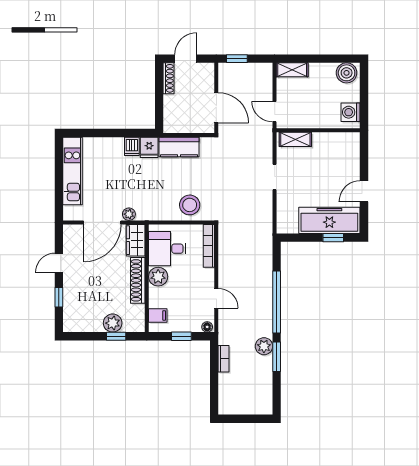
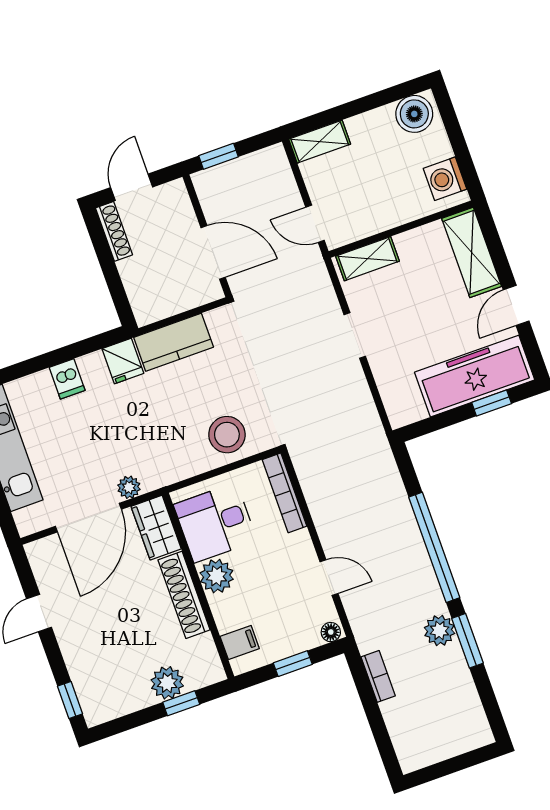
dishwasher: (132, 146) -> (67, 379), moved
shelving: (351, 155) -> (472, 252), added
window: (59, 297) -> (70, 700), moved

